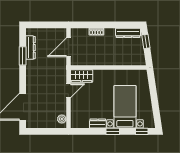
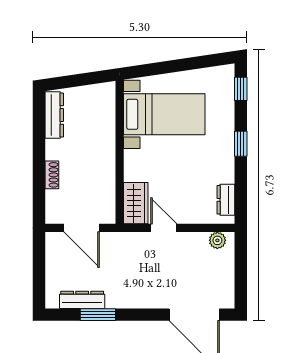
window: (146, 41) -> (70, 81), removed
bed with nightstands: (125, 107) -> (164, 114), moved, turned 180
dresser: (98, 123) -> (226, 200), moved

